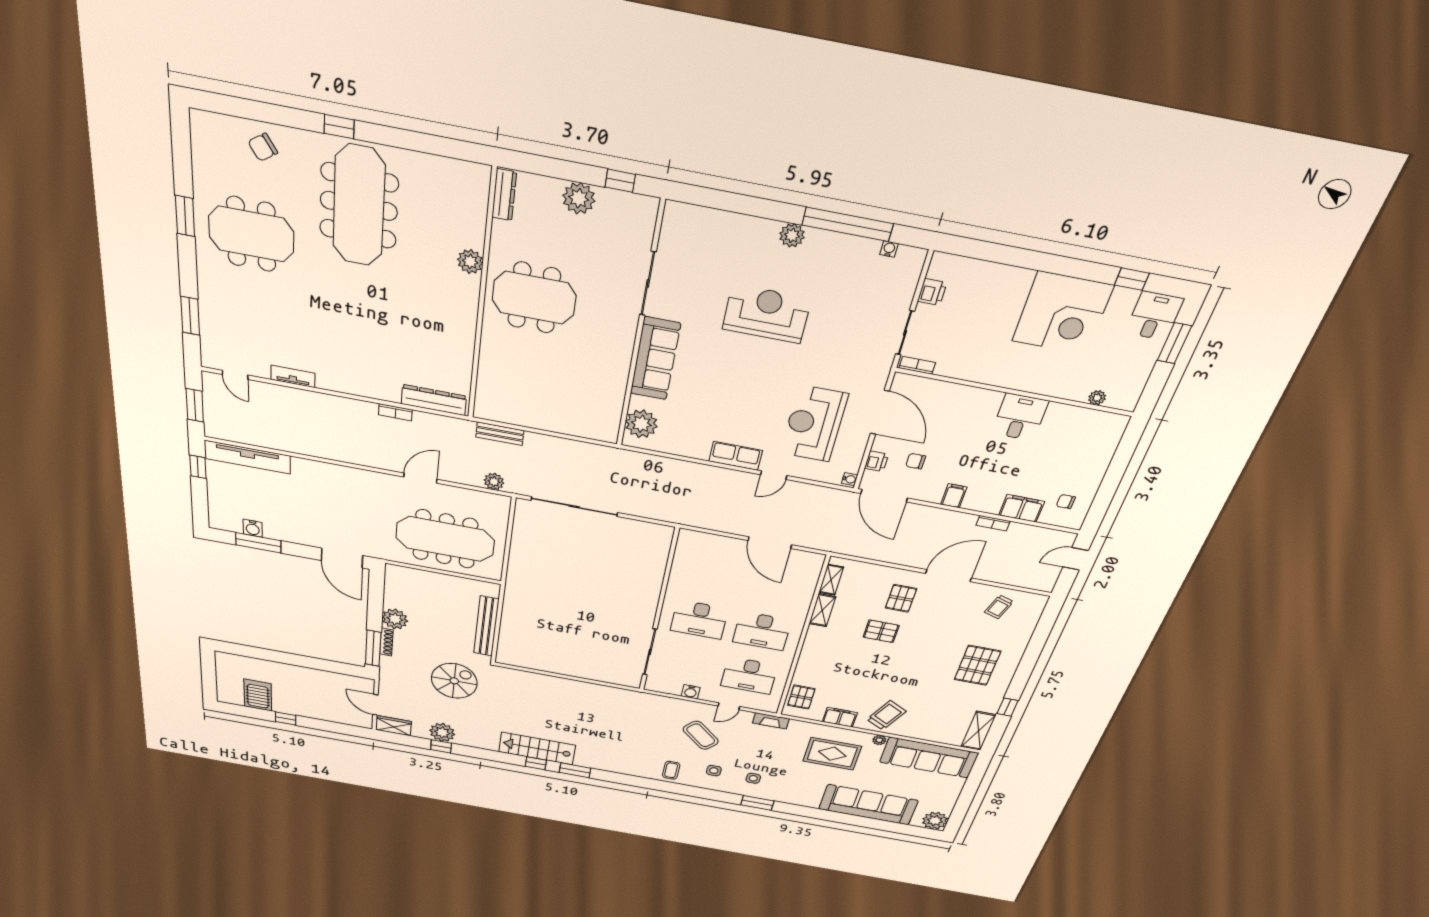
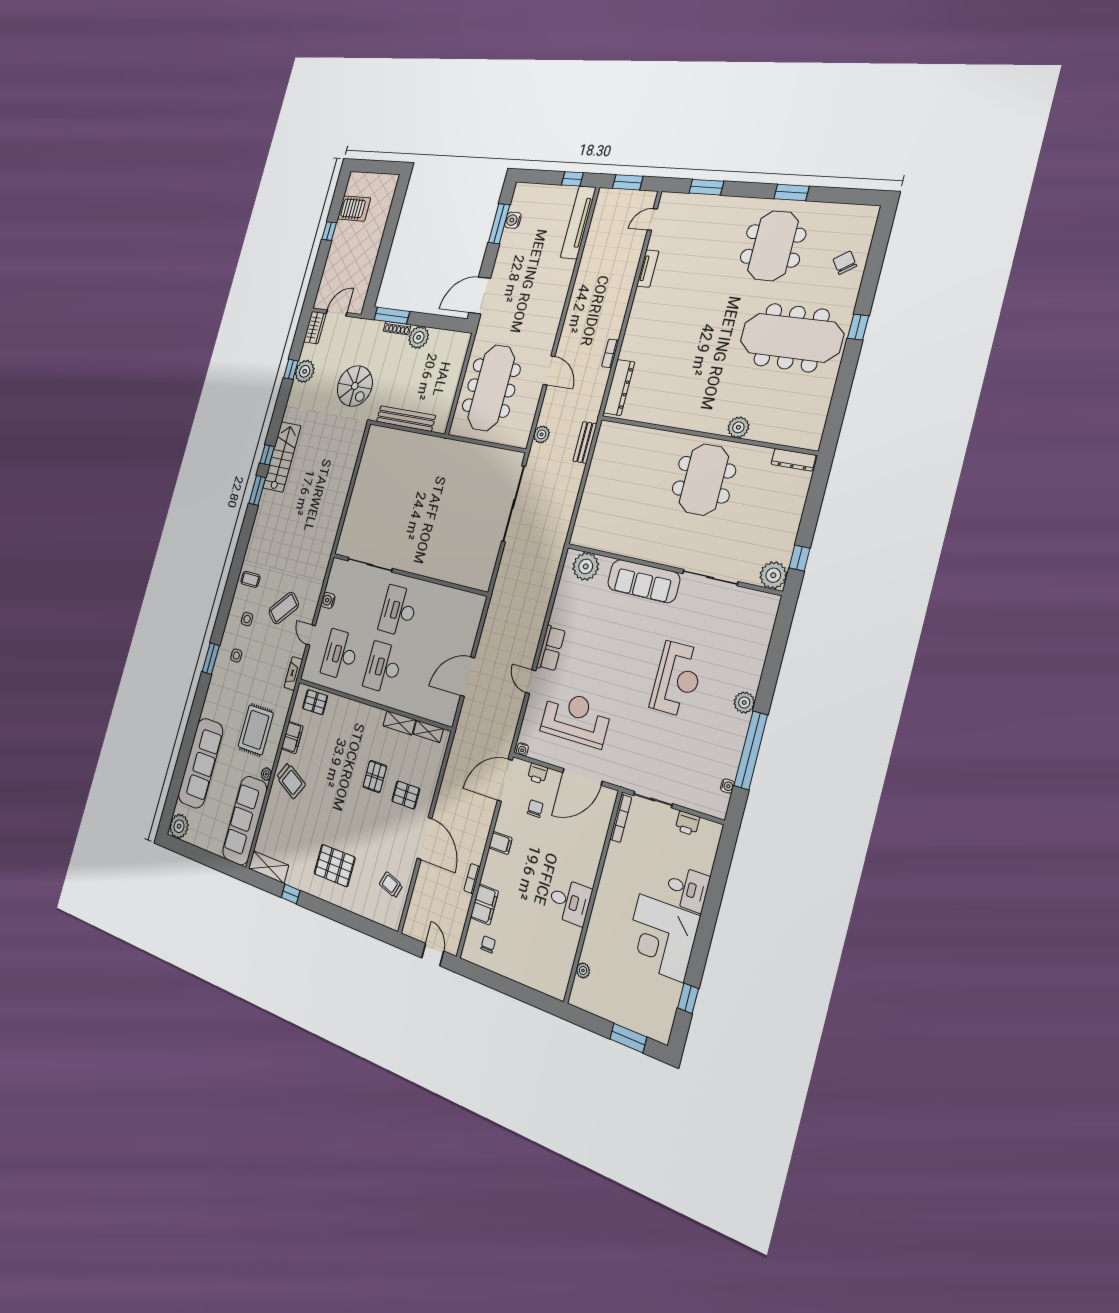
plant: (579, 198) -> (773, 575), moved
desk: (1154, 316) -> (687, 889), moved
bookcase: (917, 365) -> (621, 818), width x1.56

